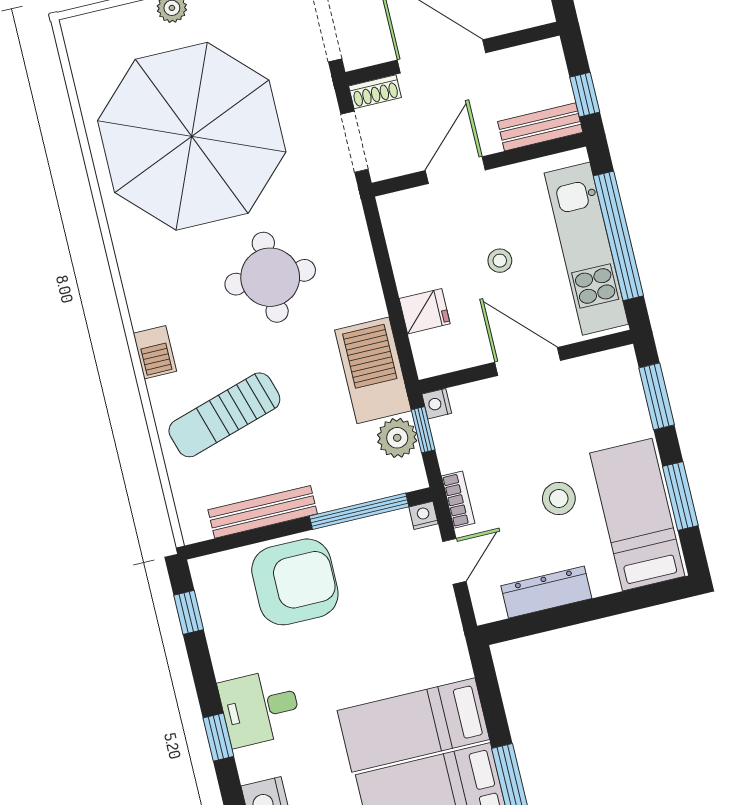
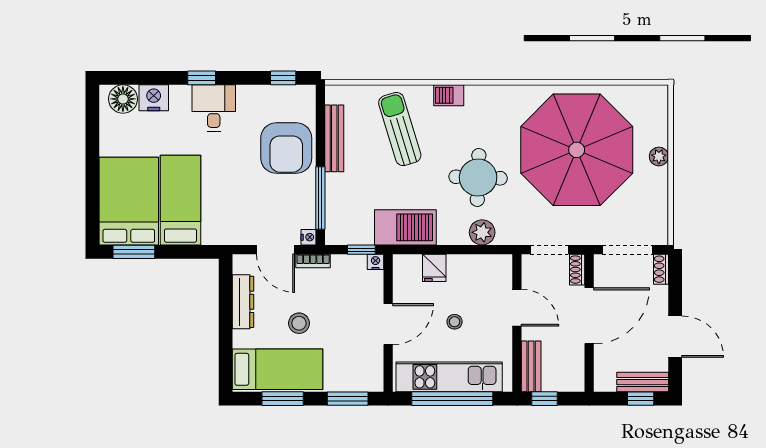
plant: (397, 438) -> (482, 232), moved
door: (454, 561) -> (276, 250), width x1.38

